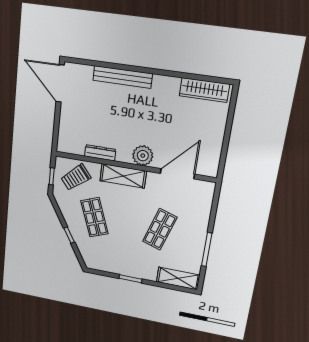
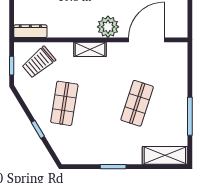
dresser: (100, 153) -> (30, 31), moved
shelving: (123, 176) -> (90, 49), width x0.67, depth x0.75
shop shelf: (94, 217) -> (64, 103), turned 30

